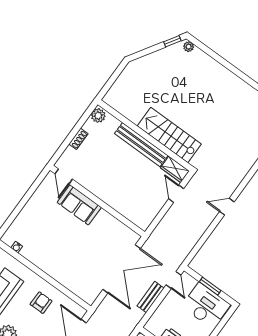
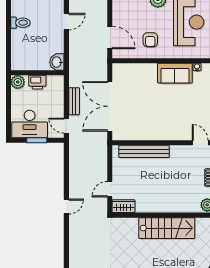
stairs: (169, 135) -> (167, 228), moved
bench: (141, 145) -> (144, 151), moved
door: (176, 194) -> (110, 189), swing flipped
sofa: (79, 205) -> (175, 73), moved, turned 180

